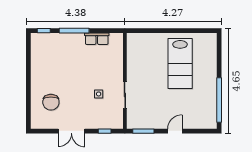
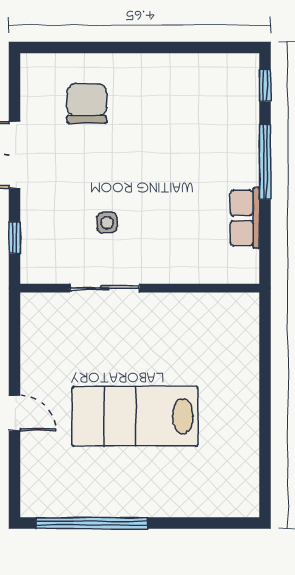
lab bench: (180, 64) -> (135, 416), moved
chair: (51, 102) -> (87, 104), turned 90
window: (143, 131) -> (15, 334), removed

